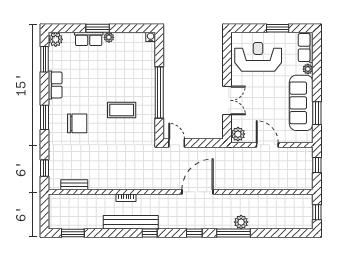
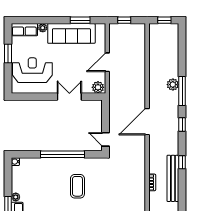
reception desk: (258, 57) -> (32, 70), turned 90
door: (177, 143) -> (106, 139), hinge flipped
door: (198, 192) -> (147, 122), hinge flipped

